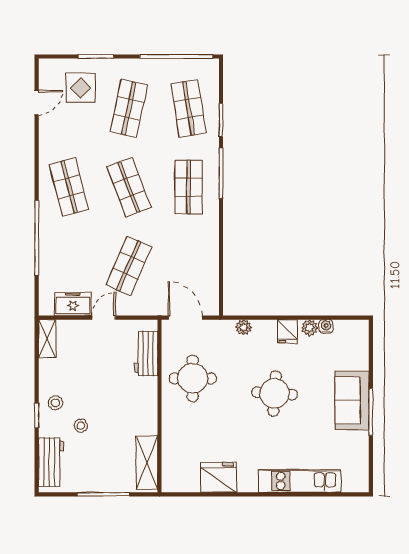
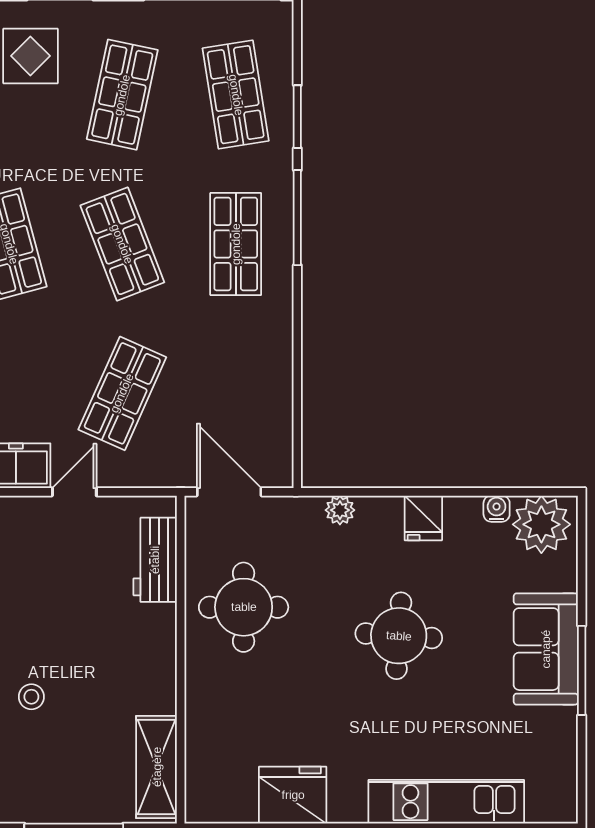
plant: (309, 328) -> (541, 524), moved, width x1.88, depth x1.88

